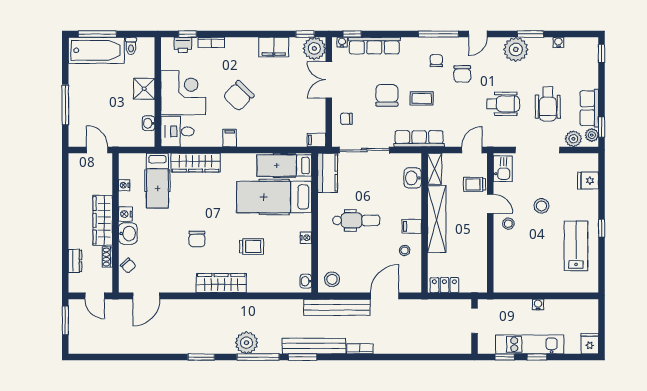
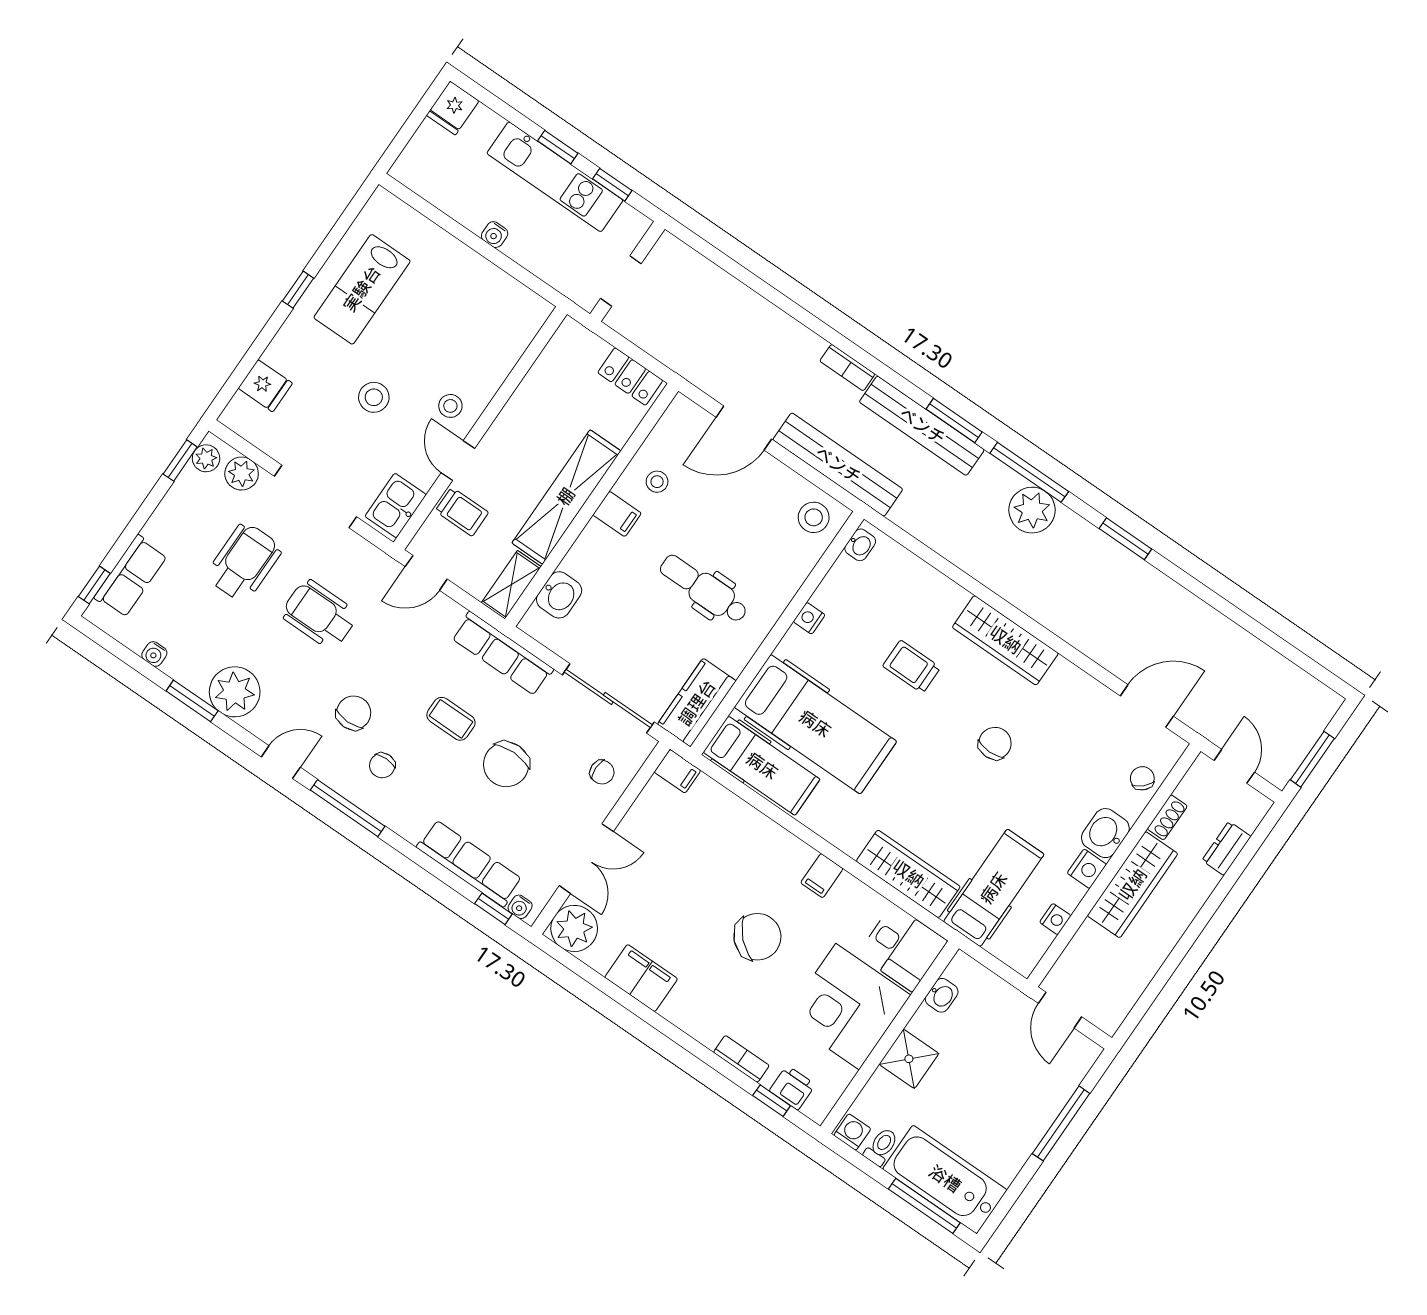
window: (305, 34) -> (573, 964), removed
washing machine: (147, 44) -> (852, 1132), added
row of seats: (589, 108) -> (131, 576), moved

